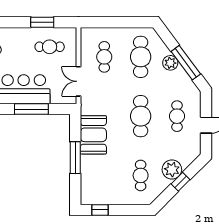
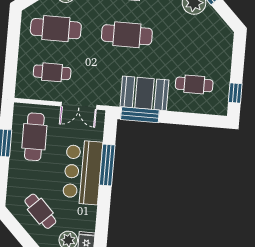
cafe table: (50, 47) -> (34, 137), width x1.37, depth x1.35
window: (75, 158) -> (140, 115), moved
cafe table: (141, 175) -> (194, 84), moved

